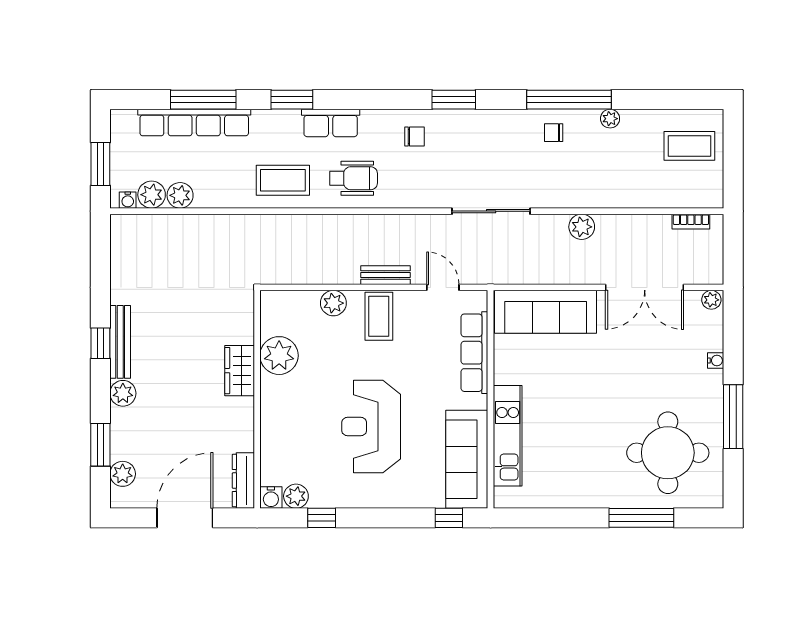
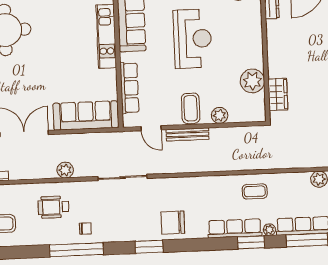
plant: (610, 119) -> (269, 230), moved
row of seats: (331, 123) -> (235, 228), width x1.48
chair: (415, 136) -> (173, 223), width x1.87, depth x1.87
wheelchair: (353, 178) -> (53, 207), moved
coffee table: (283, 180) -> (255, 191), width x0.73, depth x0.77
bench: (386, 275) -> (187, 134), width x1.36
wardrobe: (240, 371) -> (278, 94), moved

